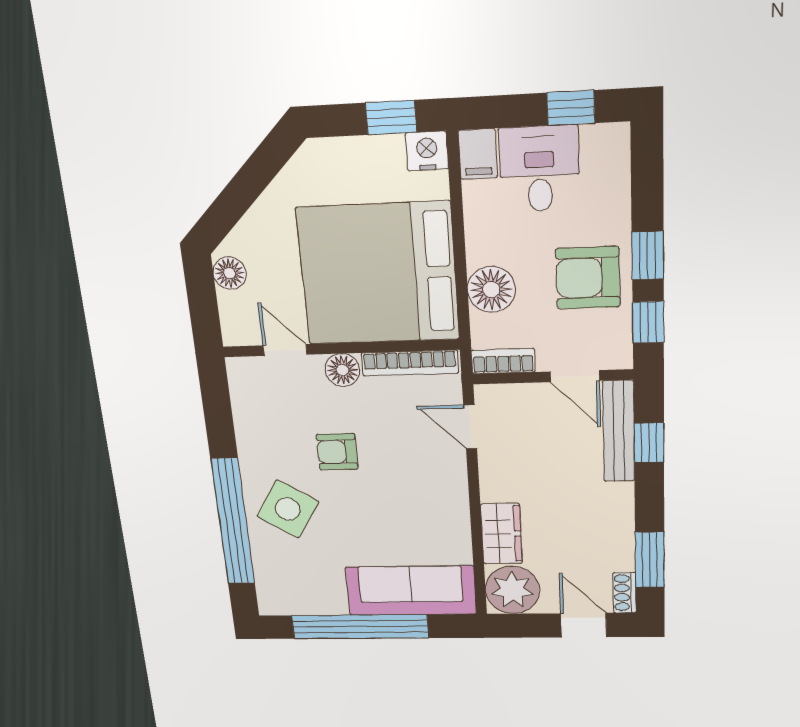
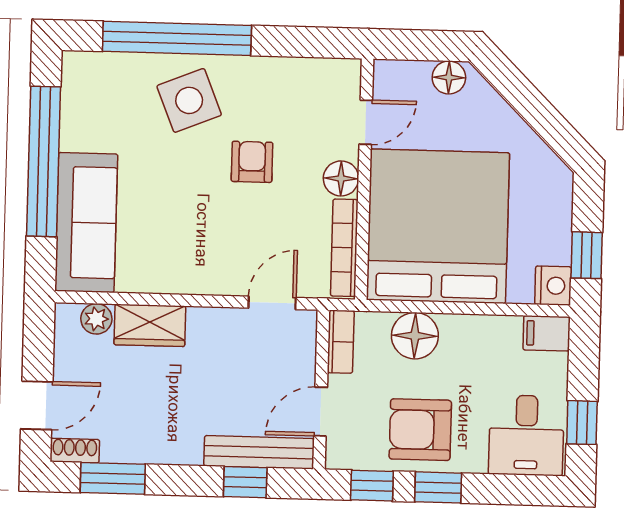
desk: (539, 169) -> (526, 435), moved, turned 90
armchair: (588, 278) -> (420, 430), turned -90
side table: (288, 509) -> (189, 100), turned 36
plant: (512, 590) -> (96, 319), width x0.53, depth x0.53

